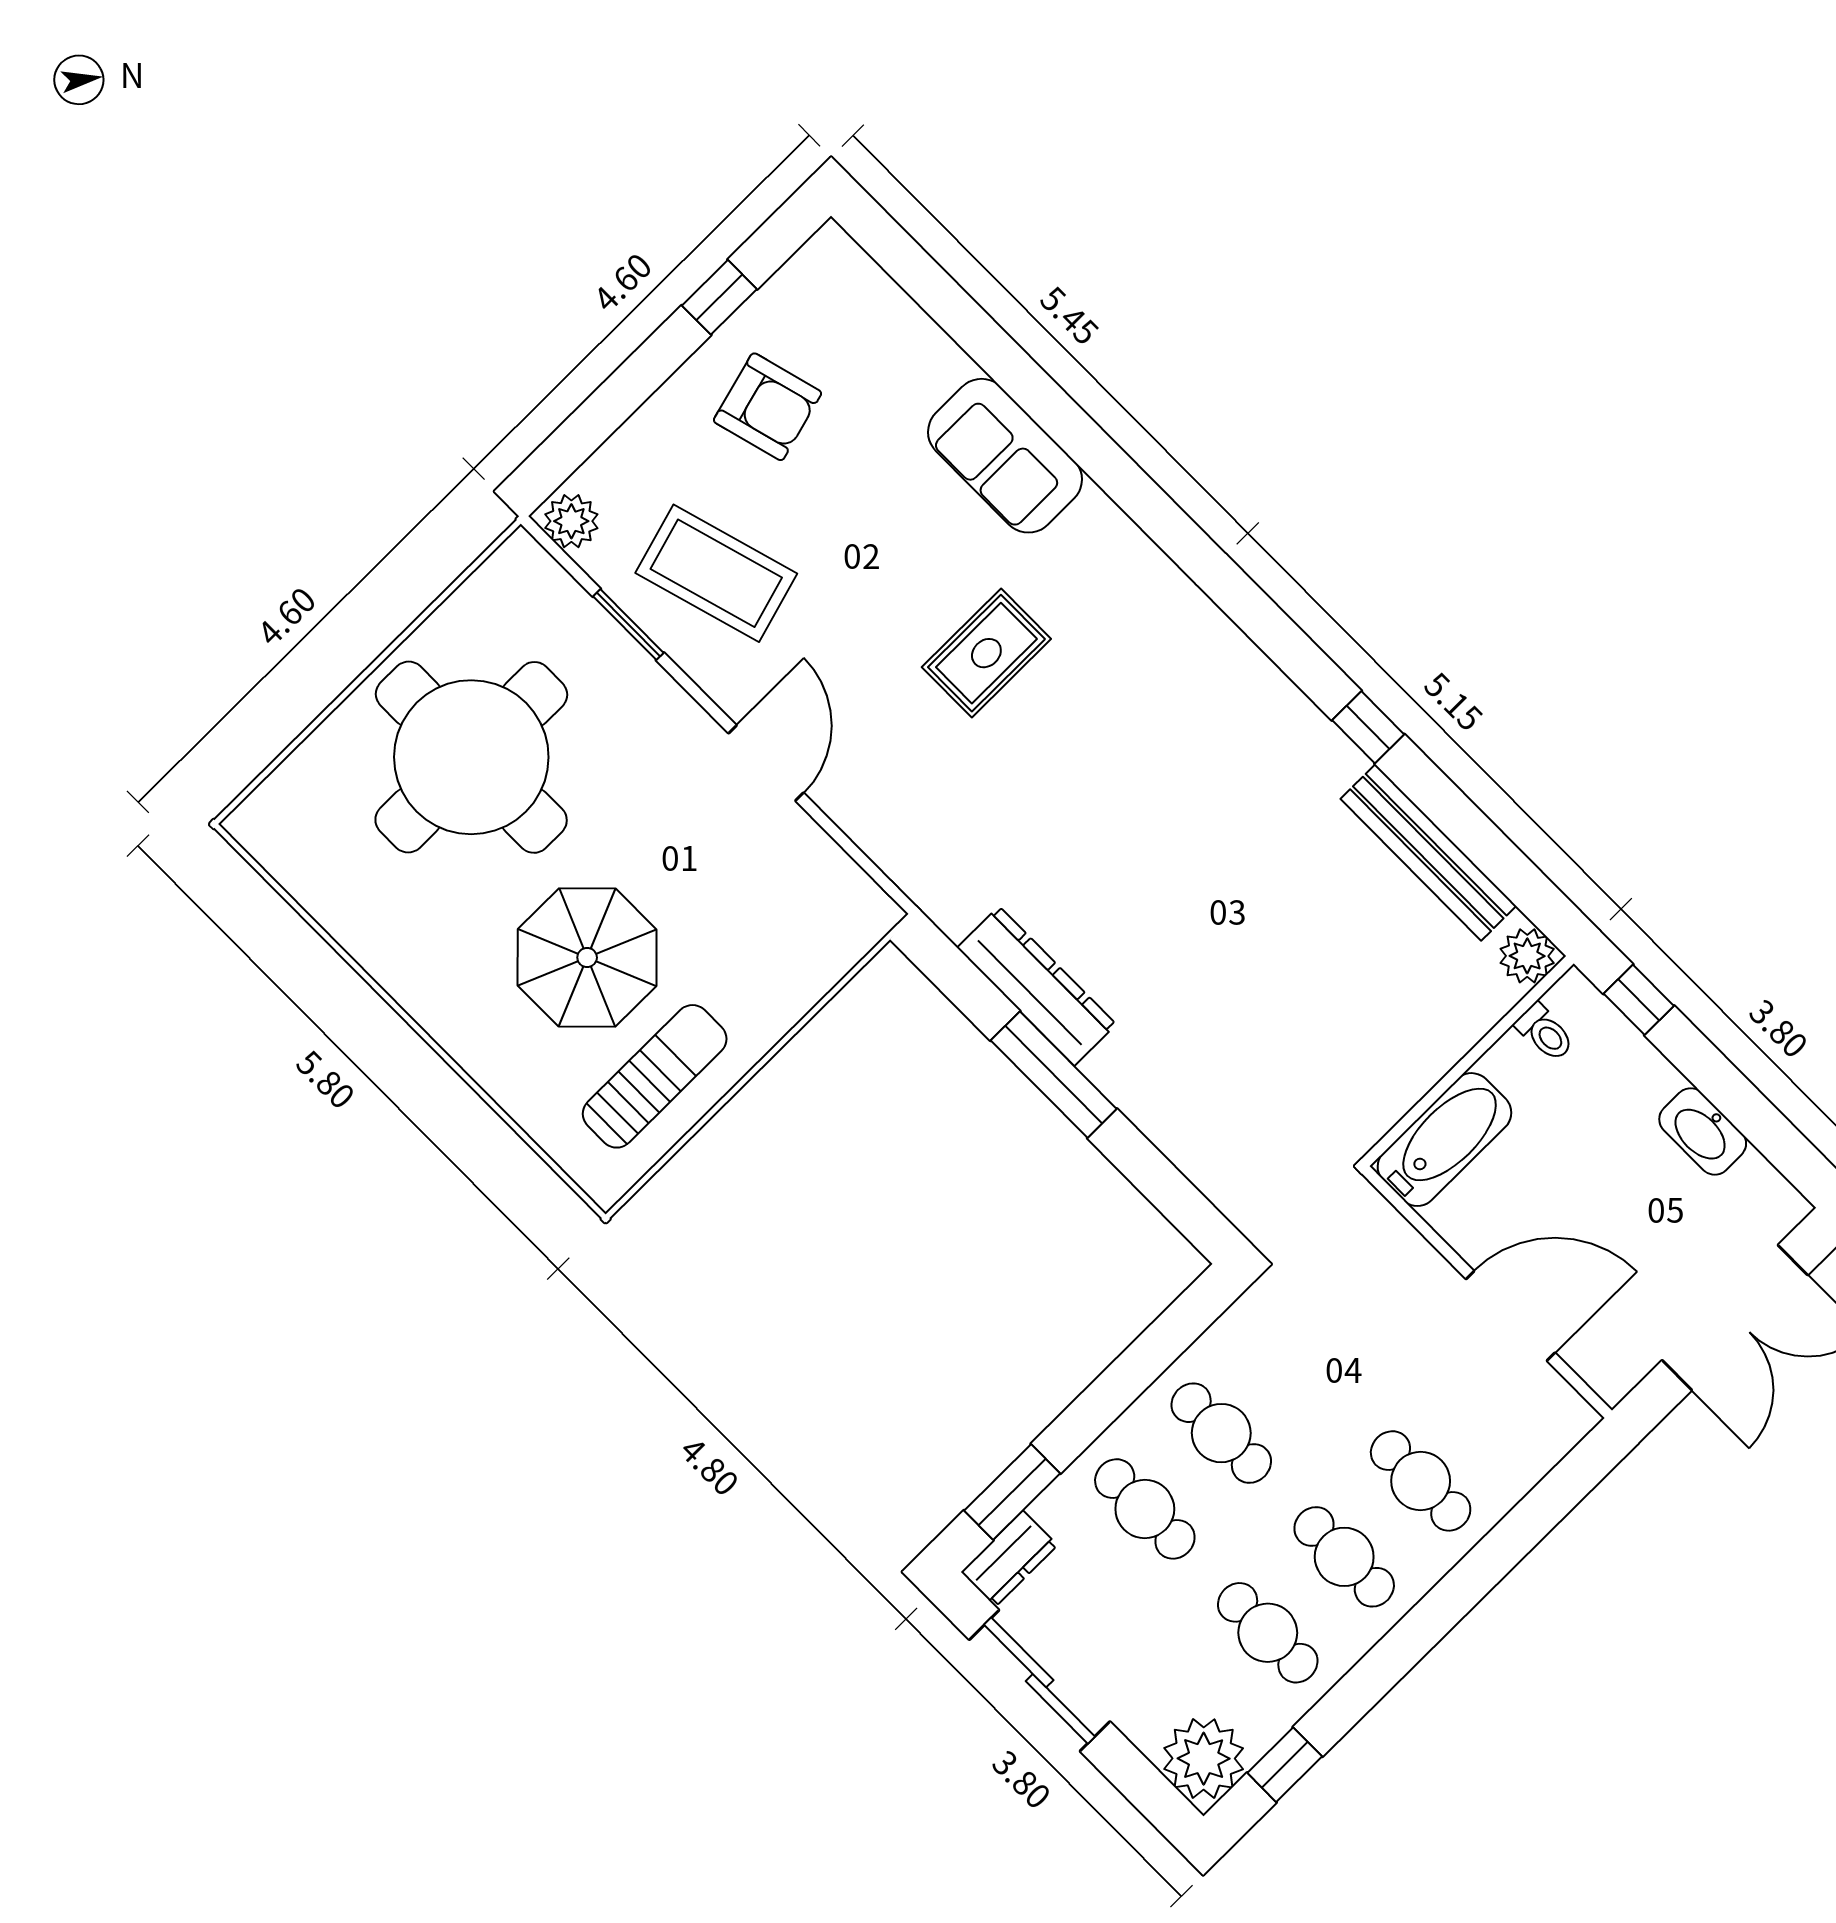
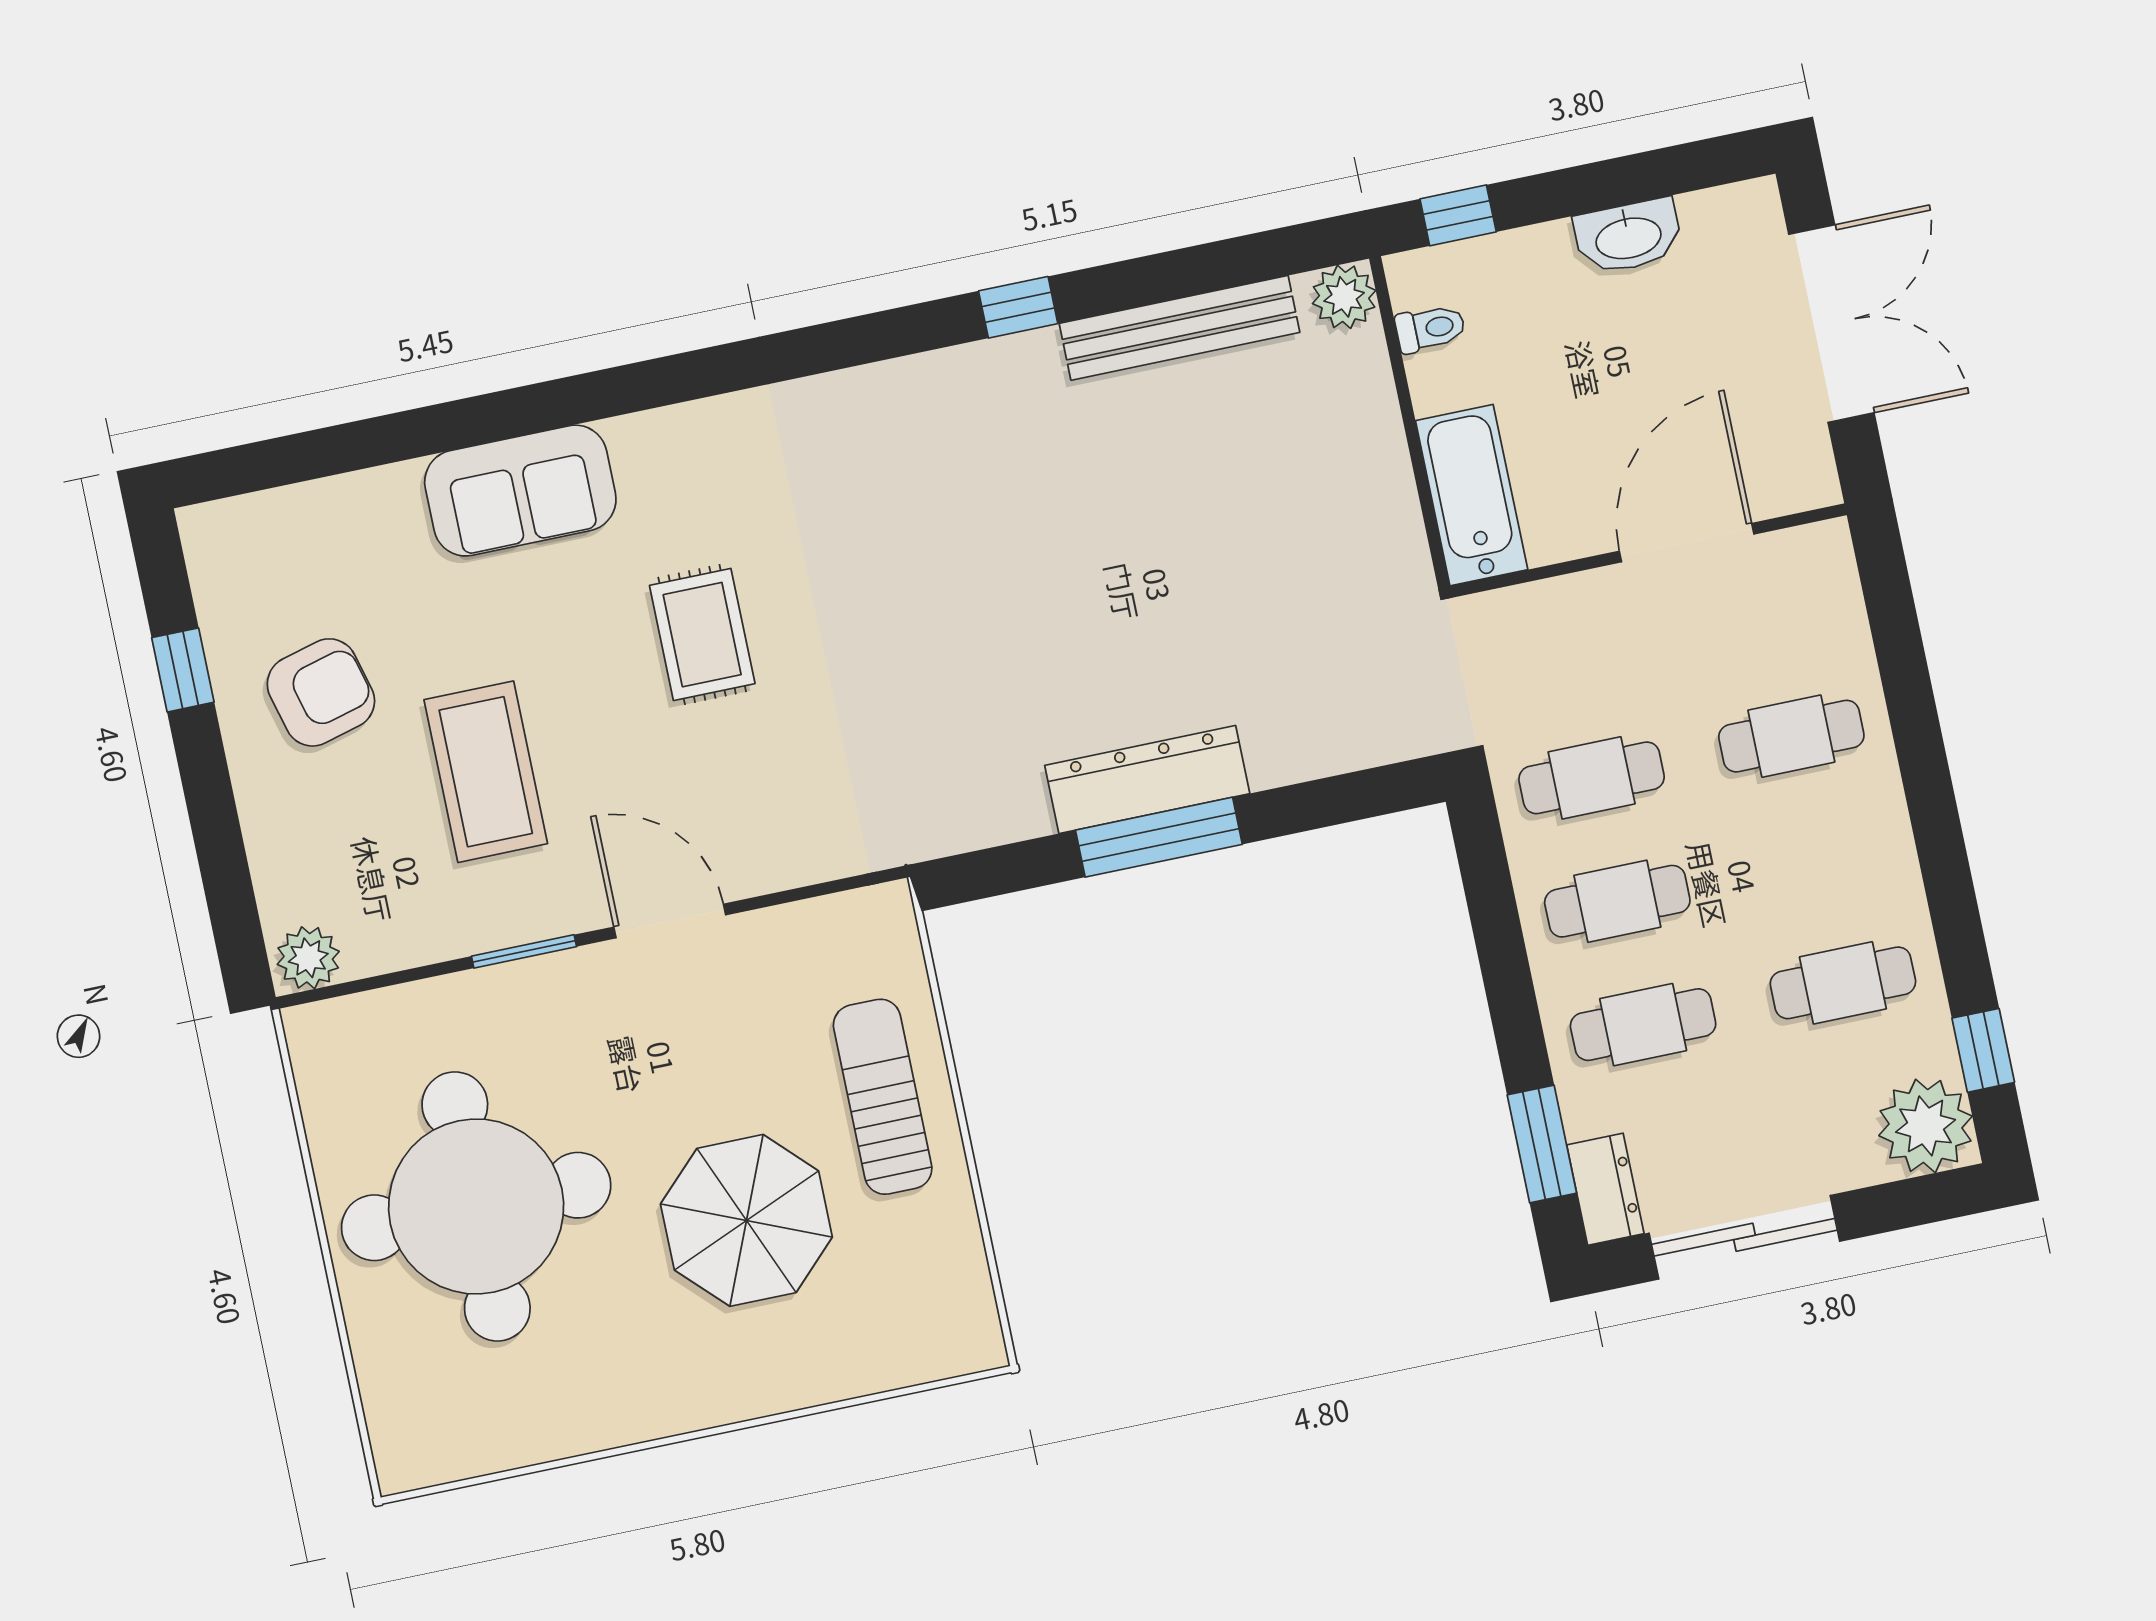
coffee table: (716, 573) -> (486, 772), moved, turned -74
window: (628, 625) -> (524, 951), moved
dresser: (1037, 986) -> (1147, 779), moved
sun lounger: (655, 1076) -> (883, 1097), moved
cafe table: (1344, 1557) -> (1592, 778), moved

